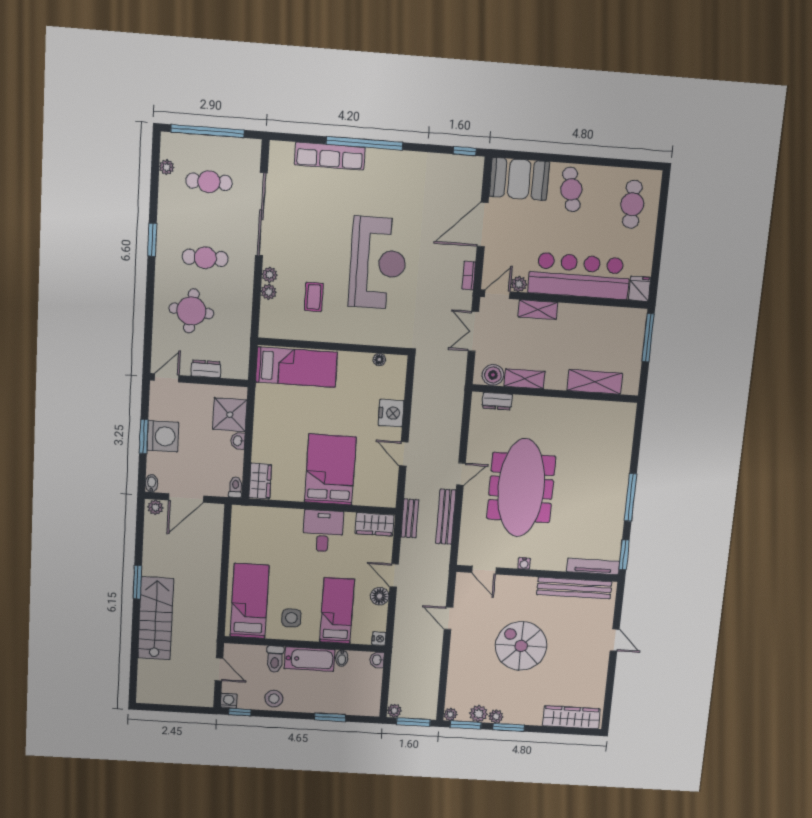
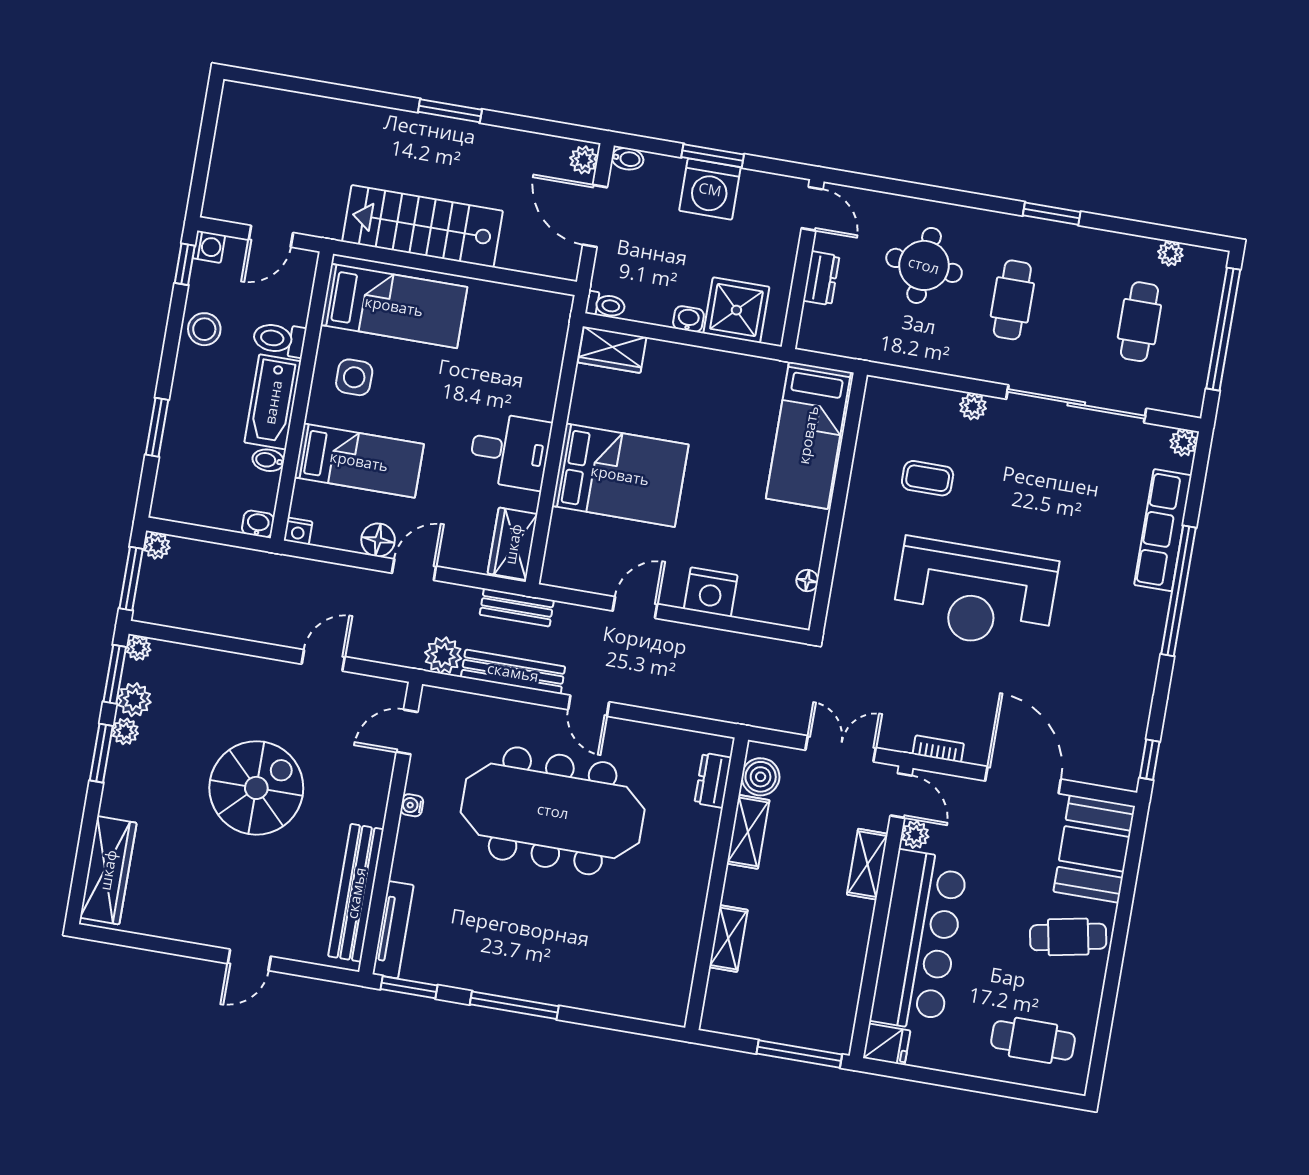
plant: (269, 292) -> (1183, 443), moved
shelving: (595, 382) -> (728, 939), width x0.67, depth x0.75
plant: (440, 555) -> (443, 655), added
stairs: (156, 618) -> (422, 226), moved, turned 180

